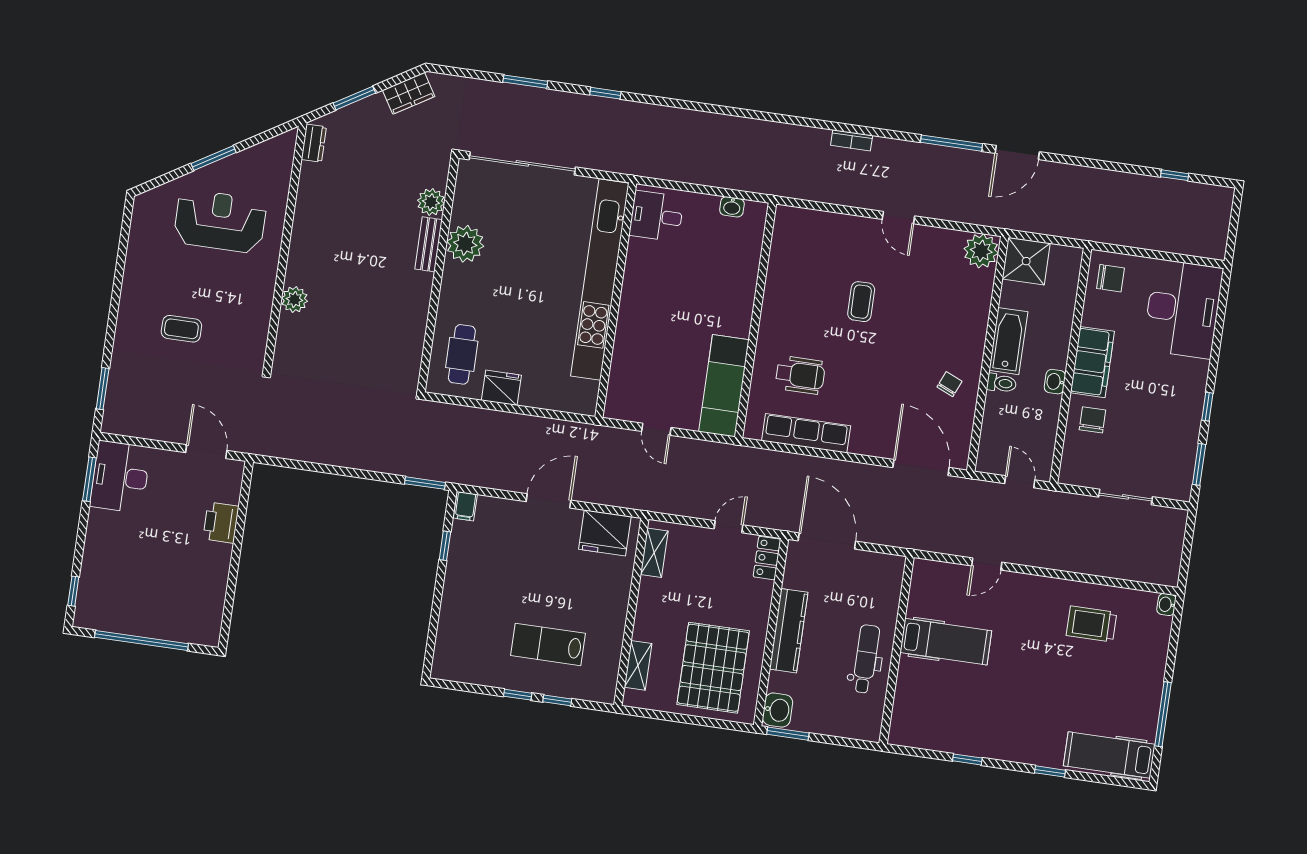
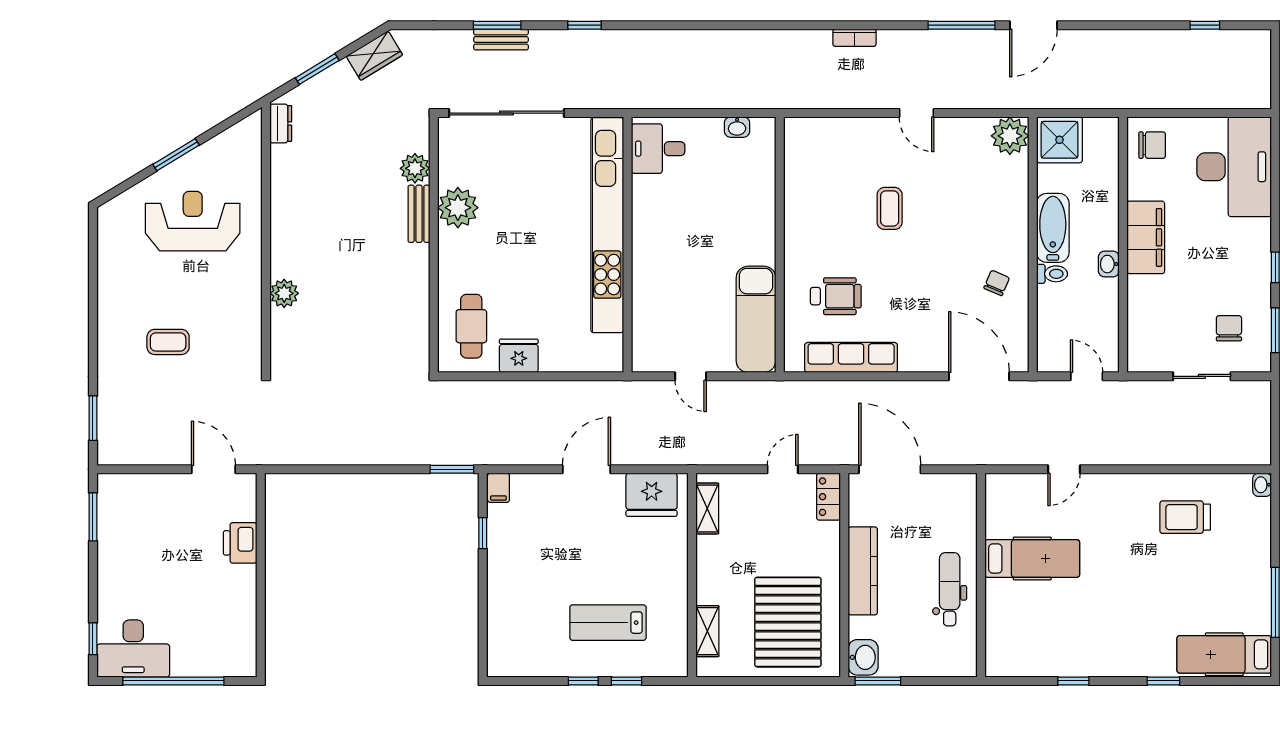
bench: (527, 95) -> (501, 40), added
chair: (1092, 420) -> (1229, 328), moved
desk: (120, 477) -> (133, 649), moved, turned -90

